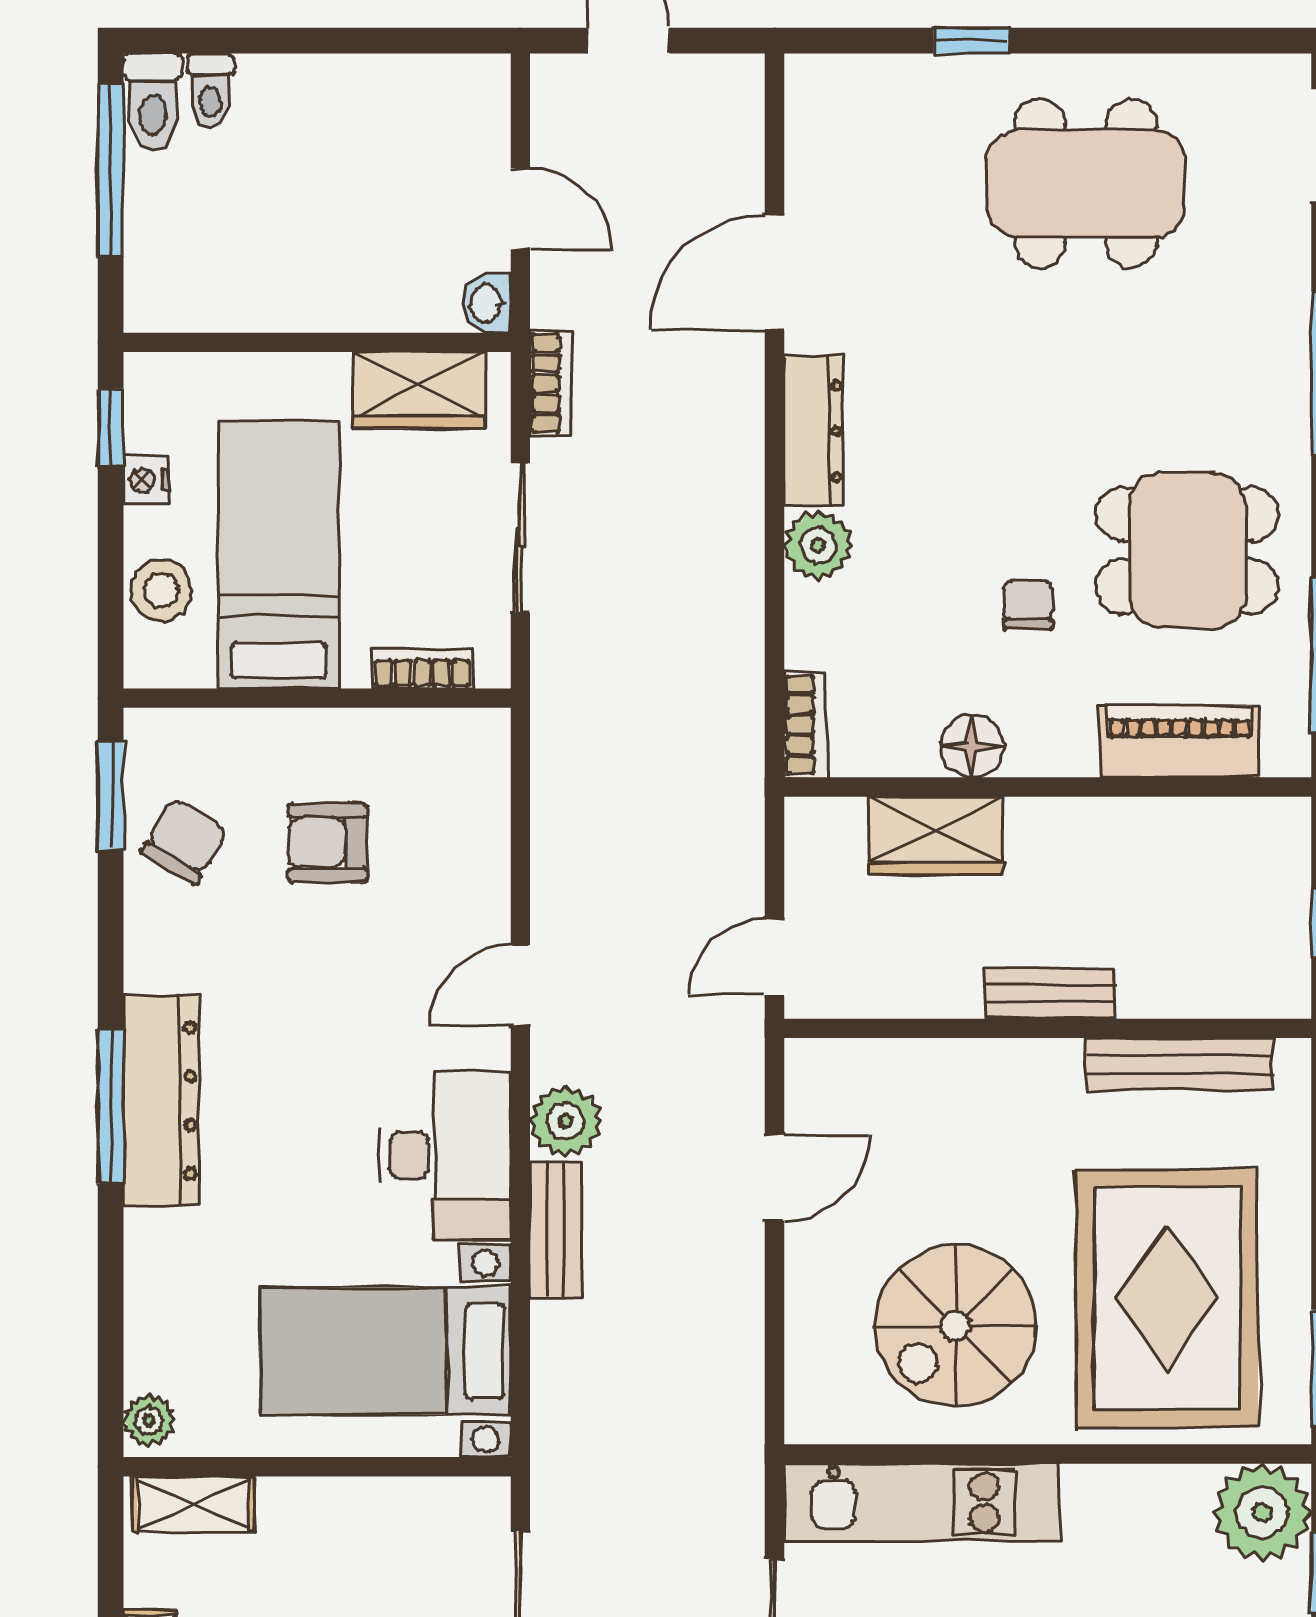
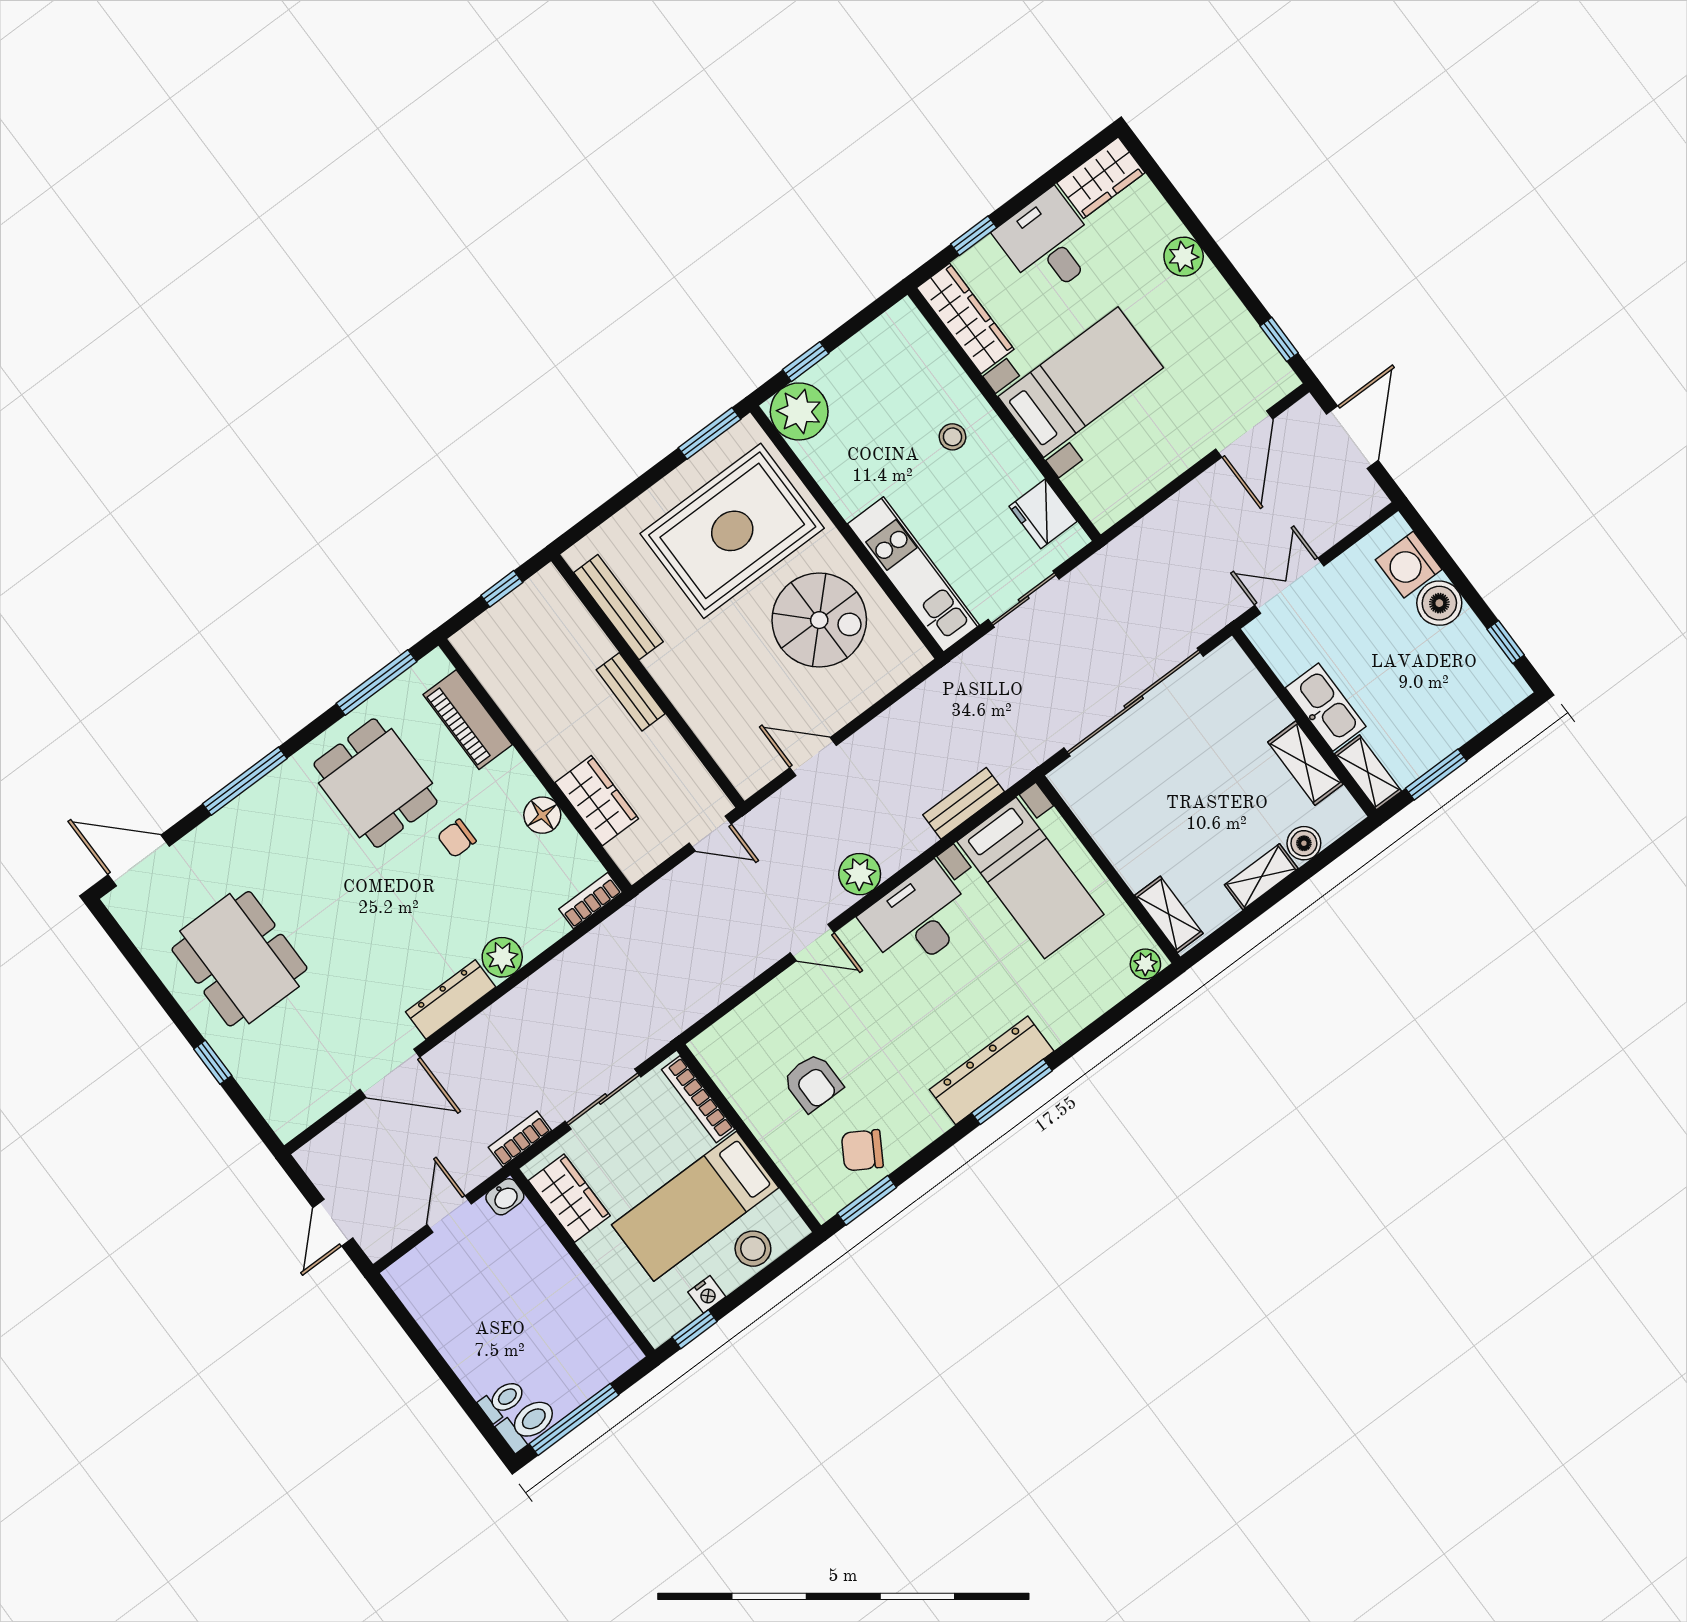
bookcase: (422, 669) -> (698, 1099), width x1.56
bench: (556, 1230) -> (964, 803), moved

